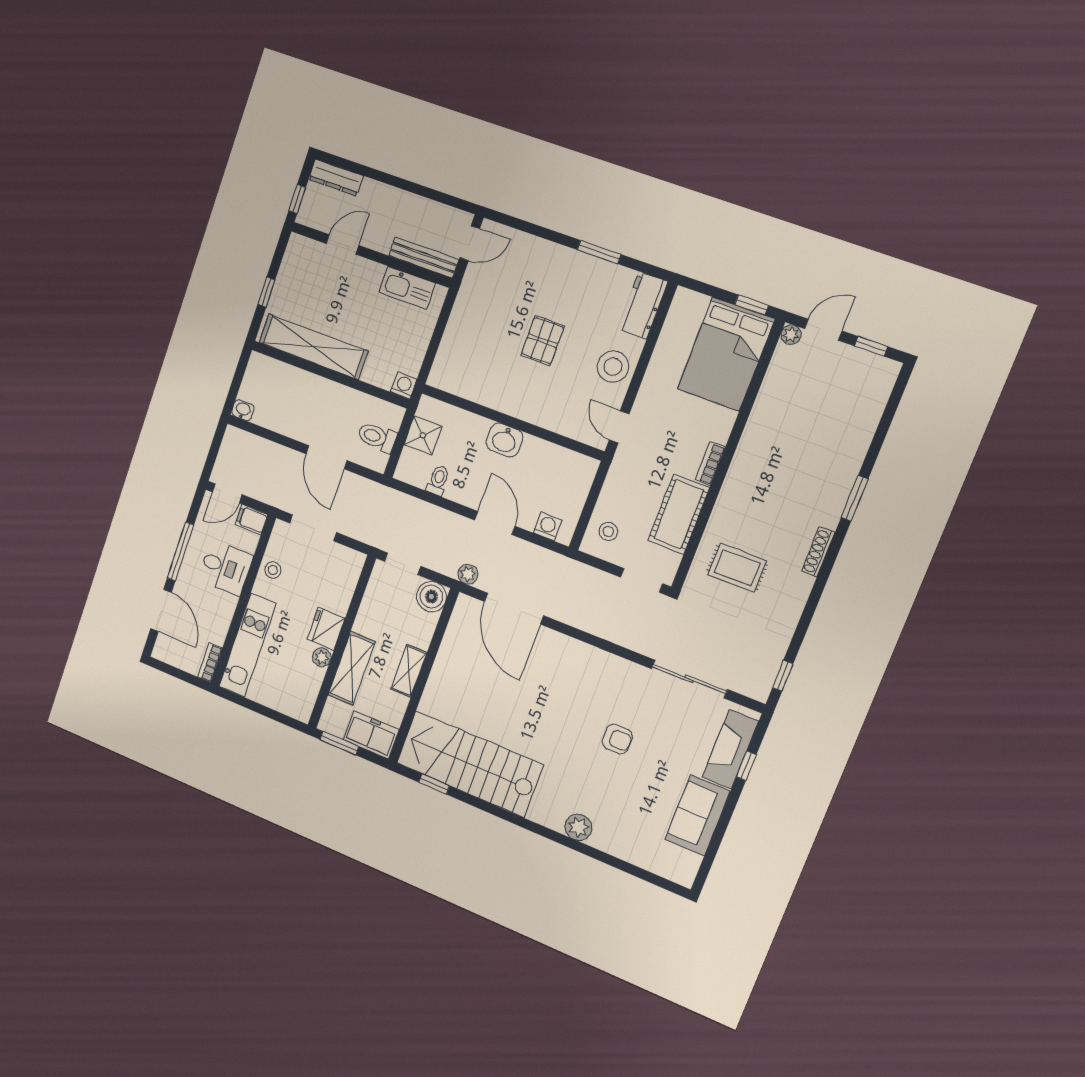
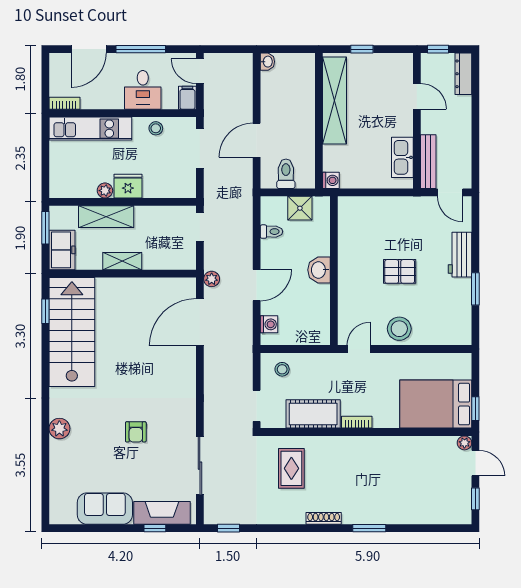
workbench: (643, 305) -> (460, 255), moved, turned -90
boiler: (431, 597) -> (184, 258), removed

